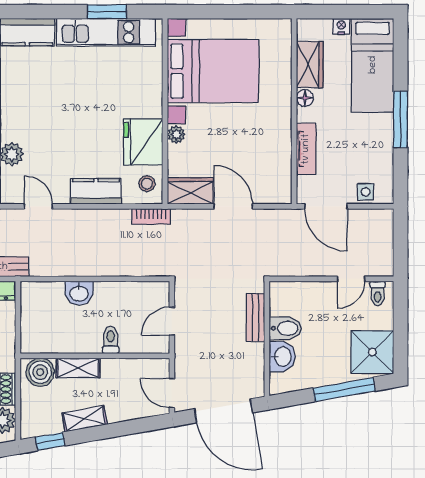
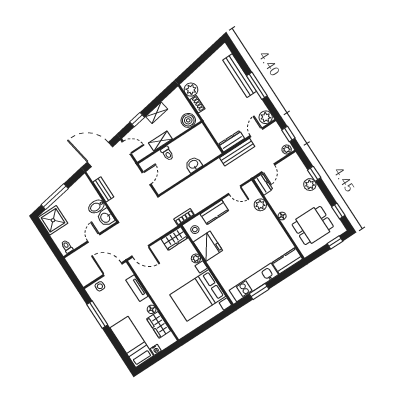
window: (401, 119) -> (97, 315), moved
door: (233, 206) -> (140, 251), moved
door: (351, 279) -> (94, 238), moved
bench: (255, 317) -> (103, 189), moved
washbasin: (282, 357) -> (106, 218), moved
shelving: (78, 368) -> (160, 141), moved
window: (50, 441) -> (137, 120), moved

